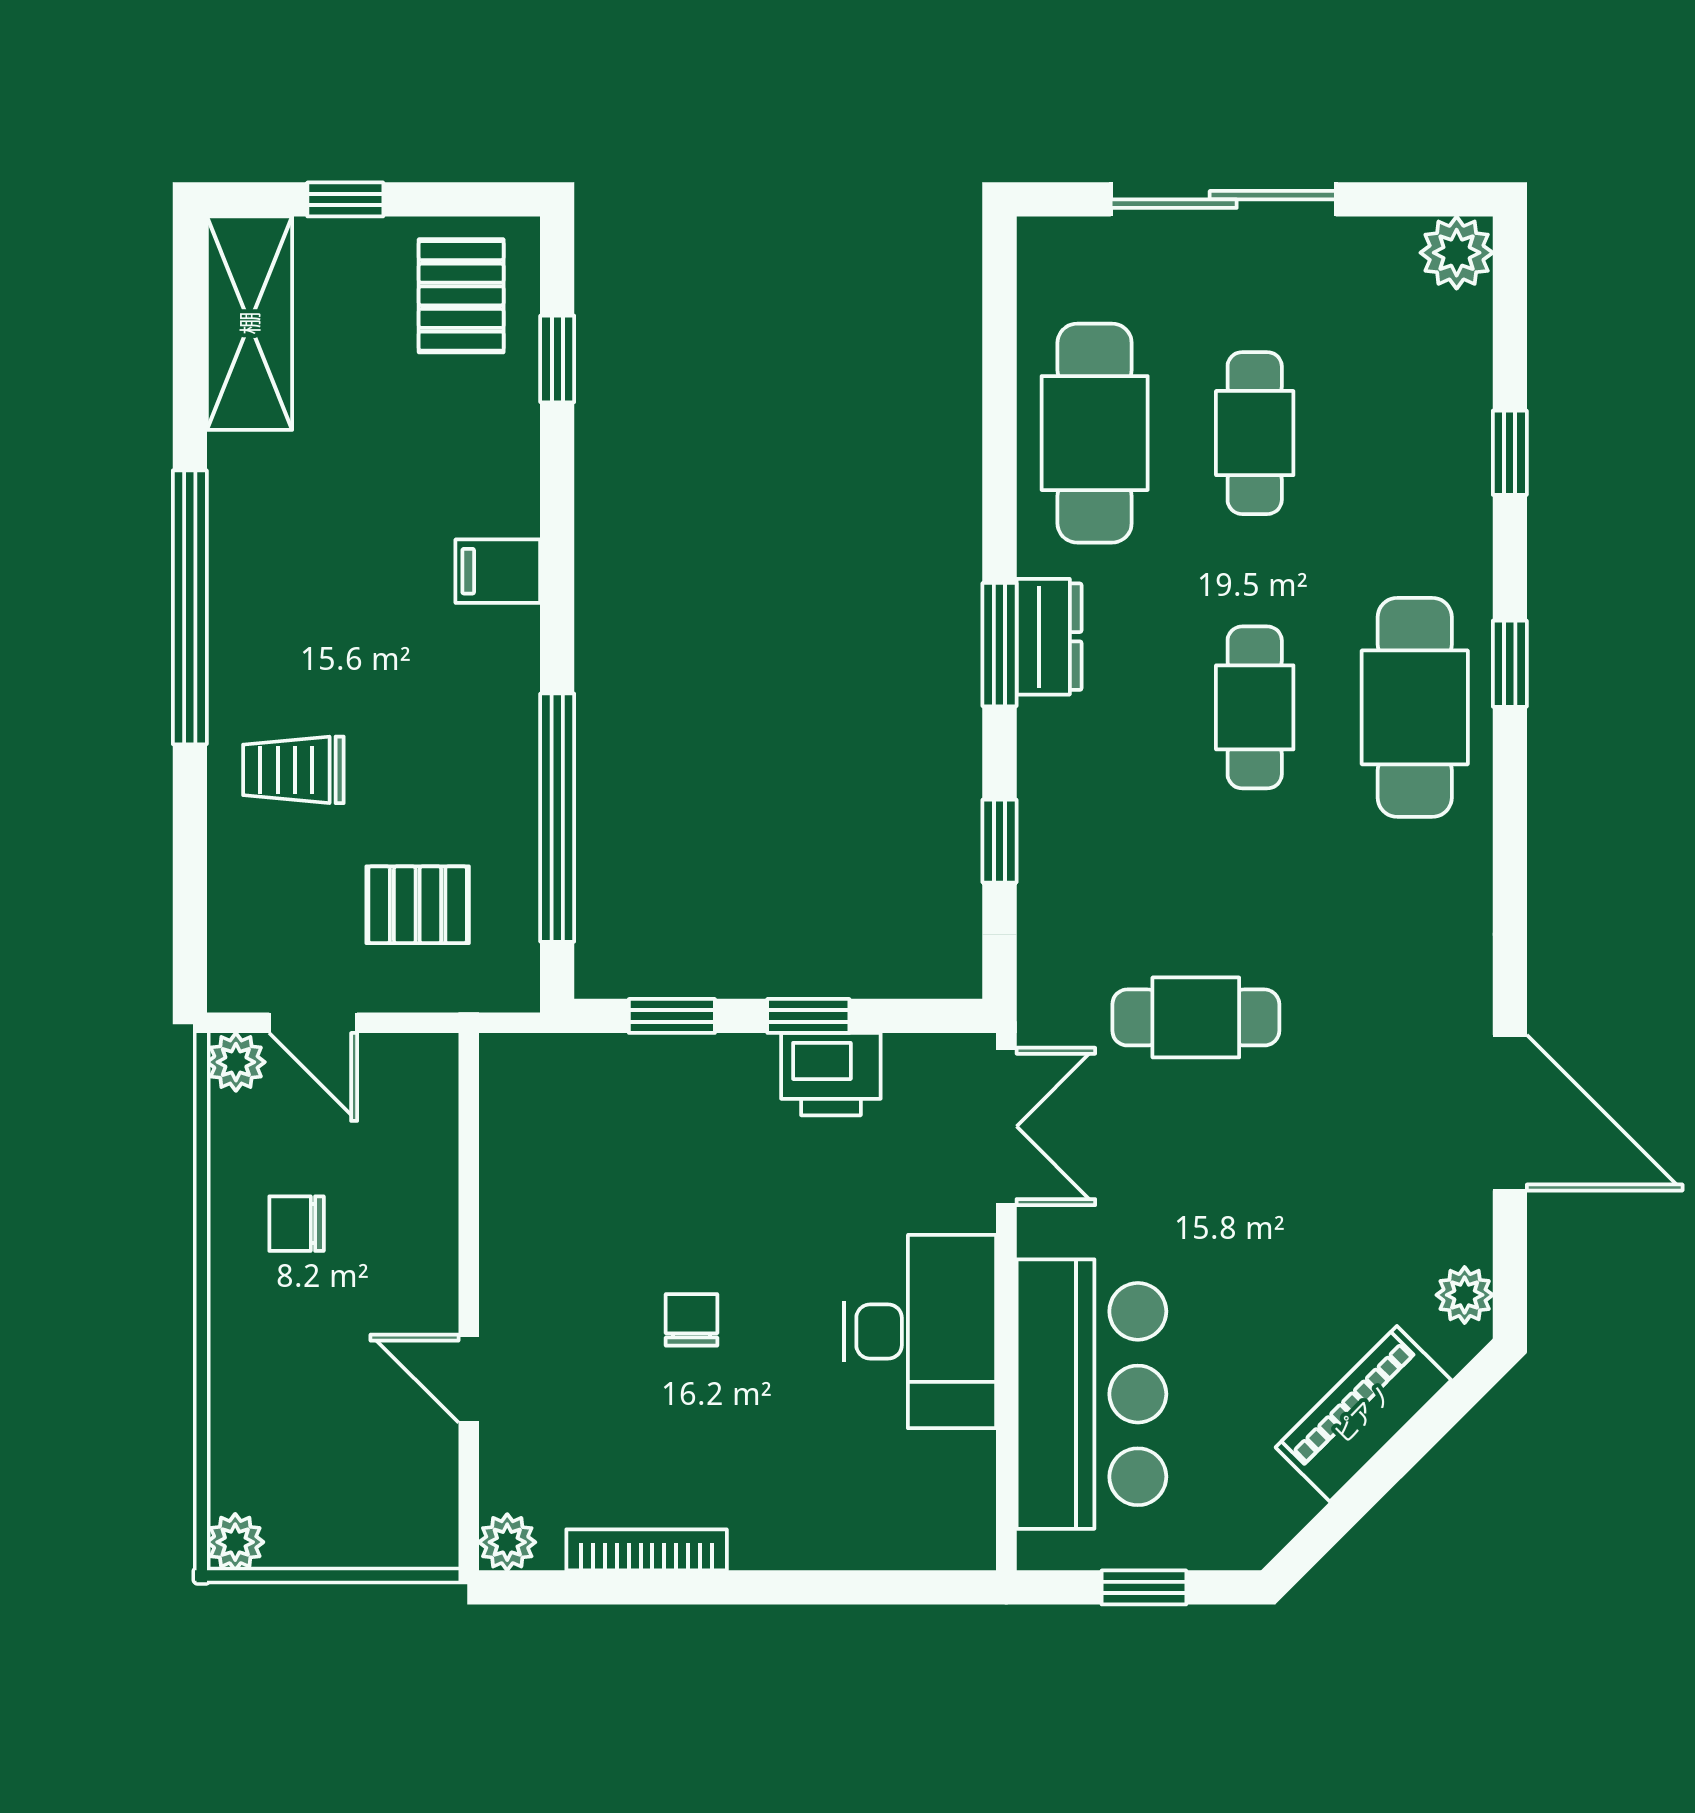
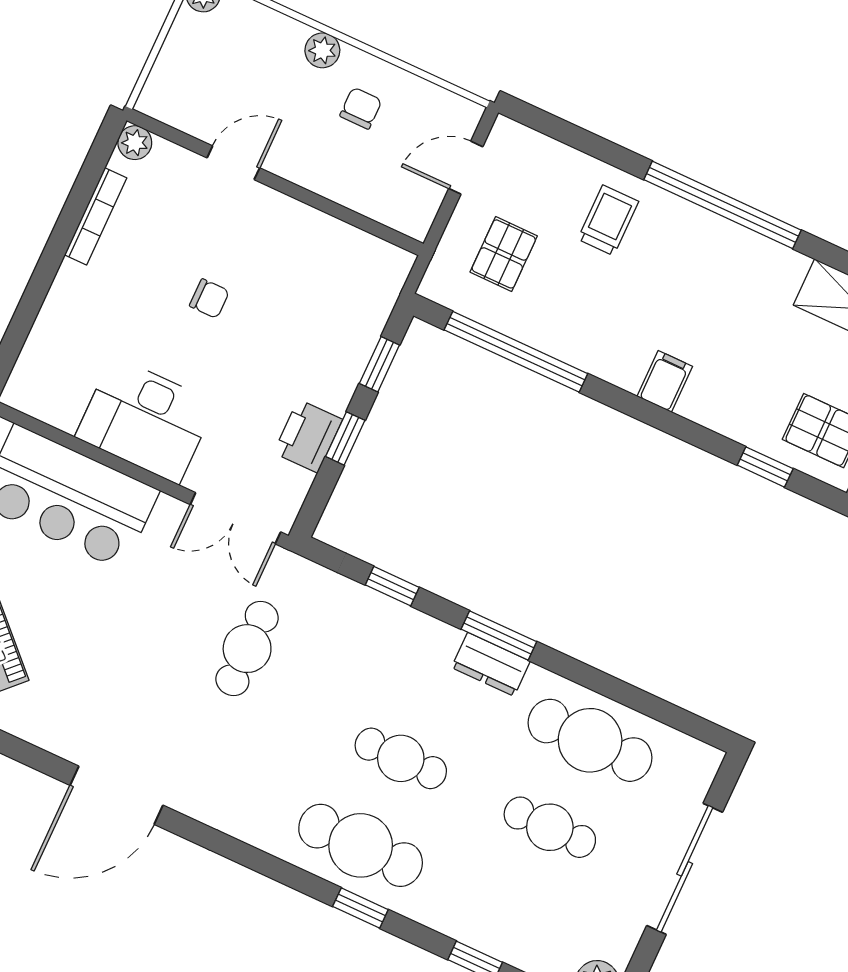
plant: (236, 1062) -> (322, 50), moved
plant: (1465, 1295) -> (29, 725), removed

